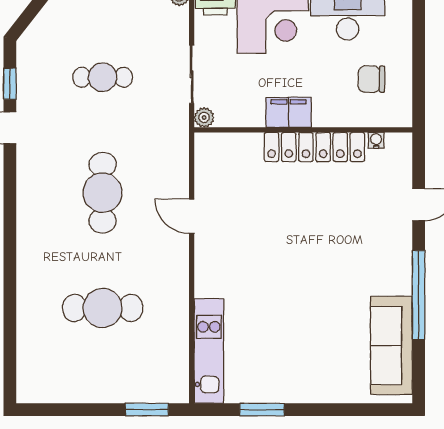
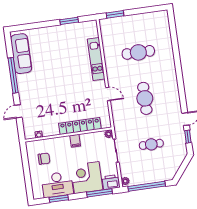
filing cabinet: (289, 112) -> (75, 141), width x0.50
locker: (315, 147) -> (80, 126), moved
kitchen unit: (209, 351) -> (96, 59), moved

